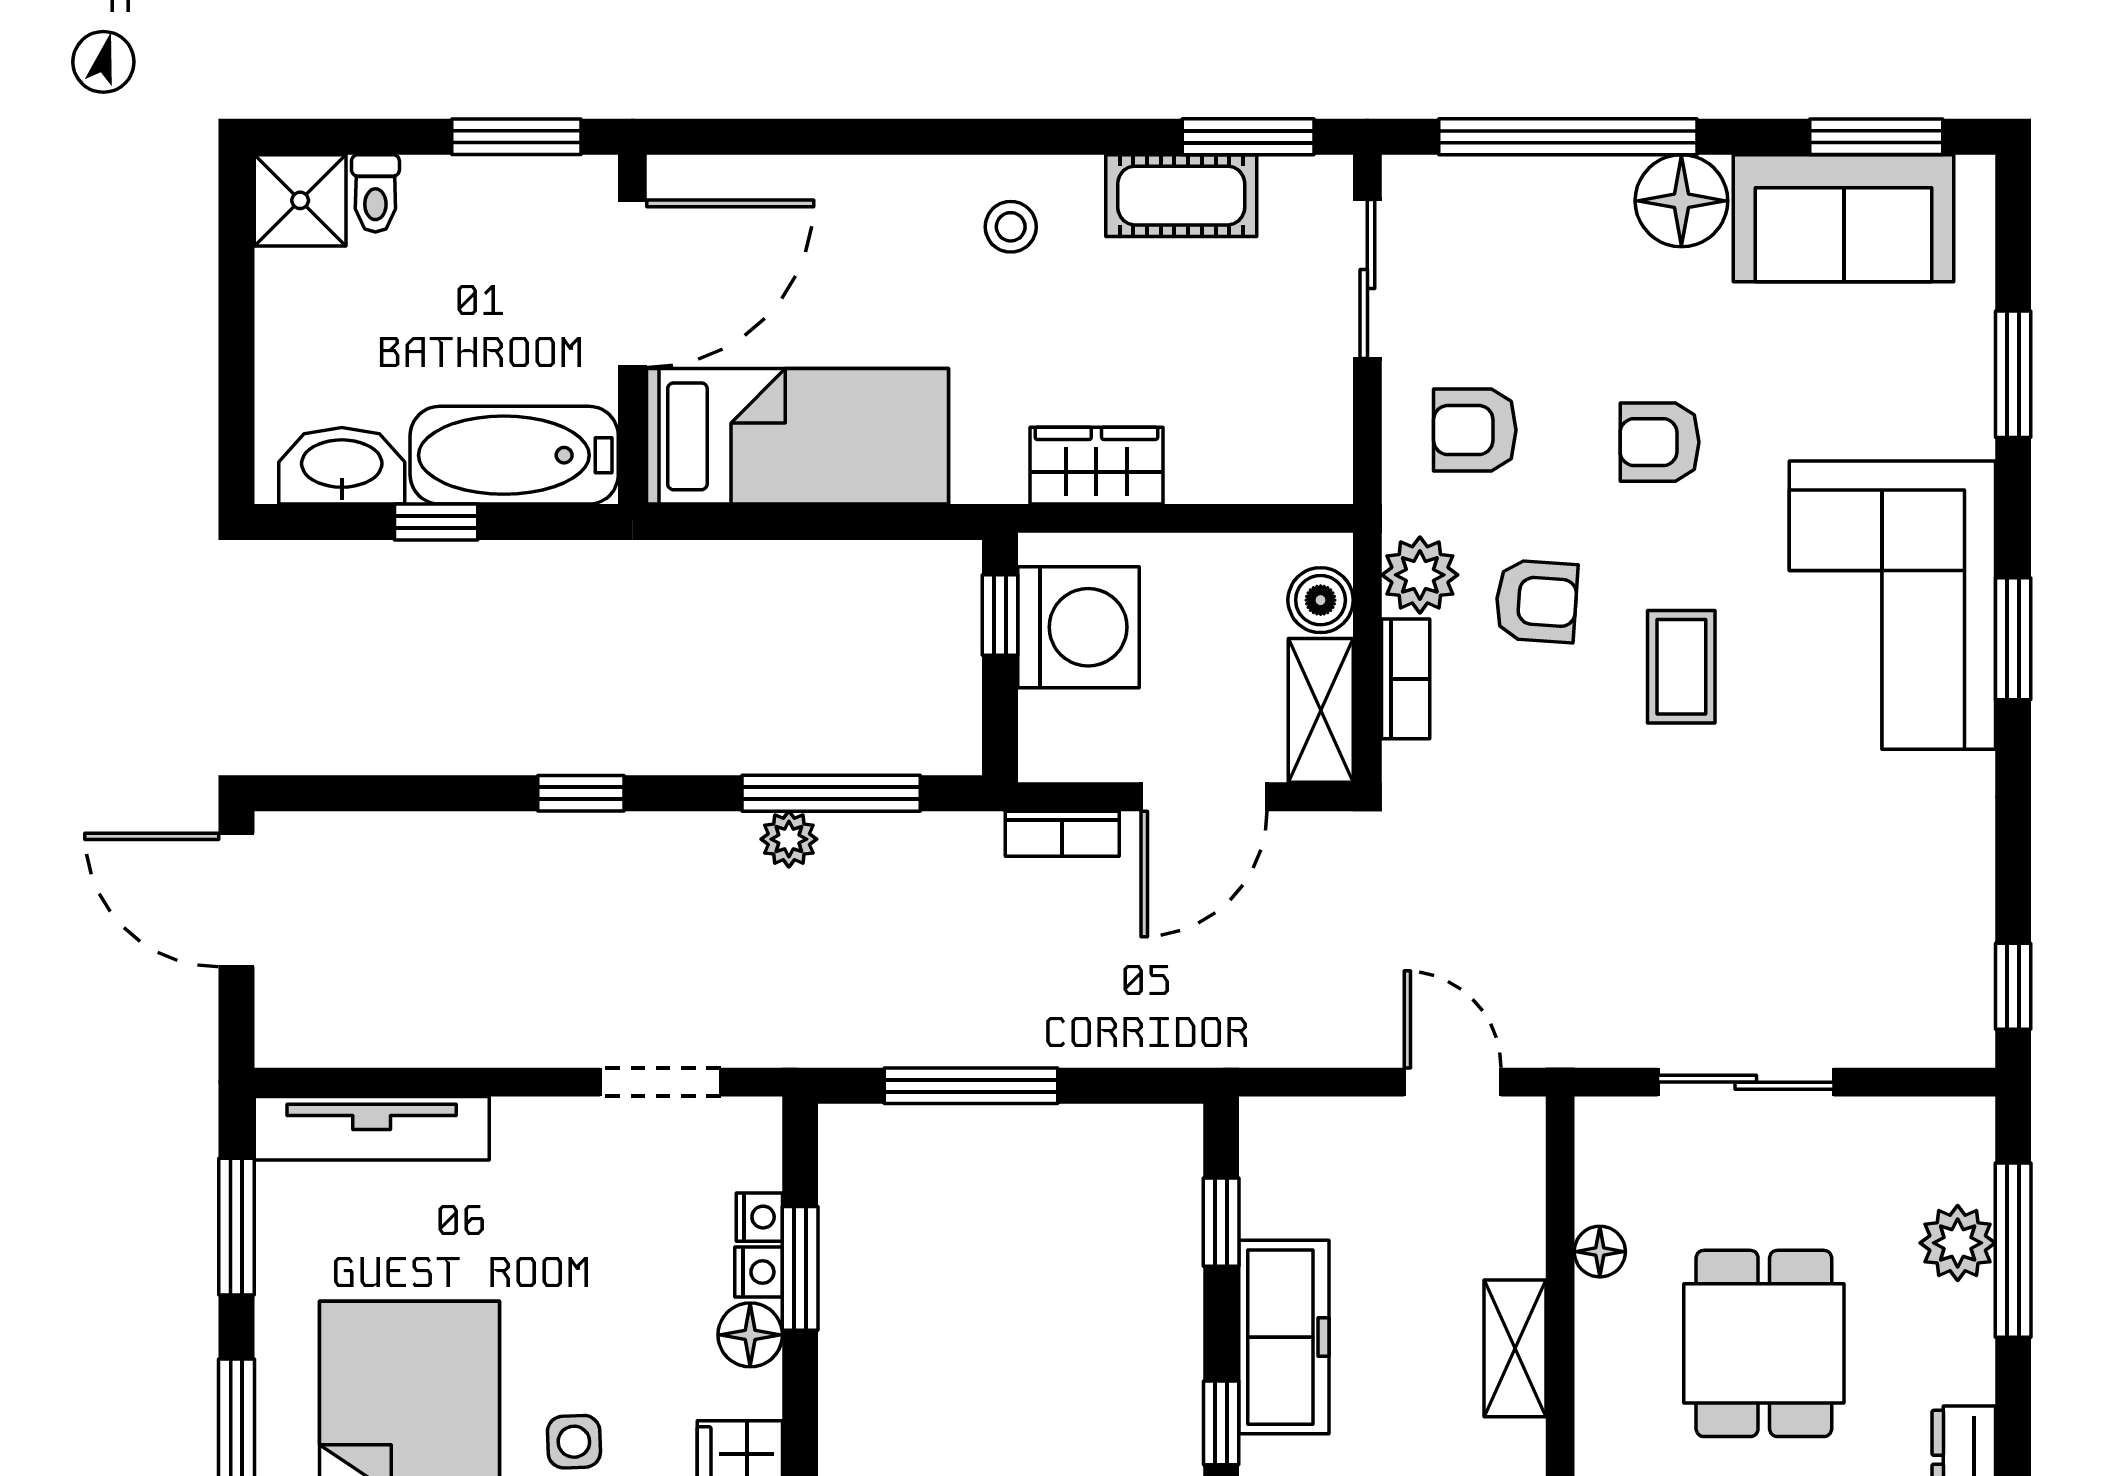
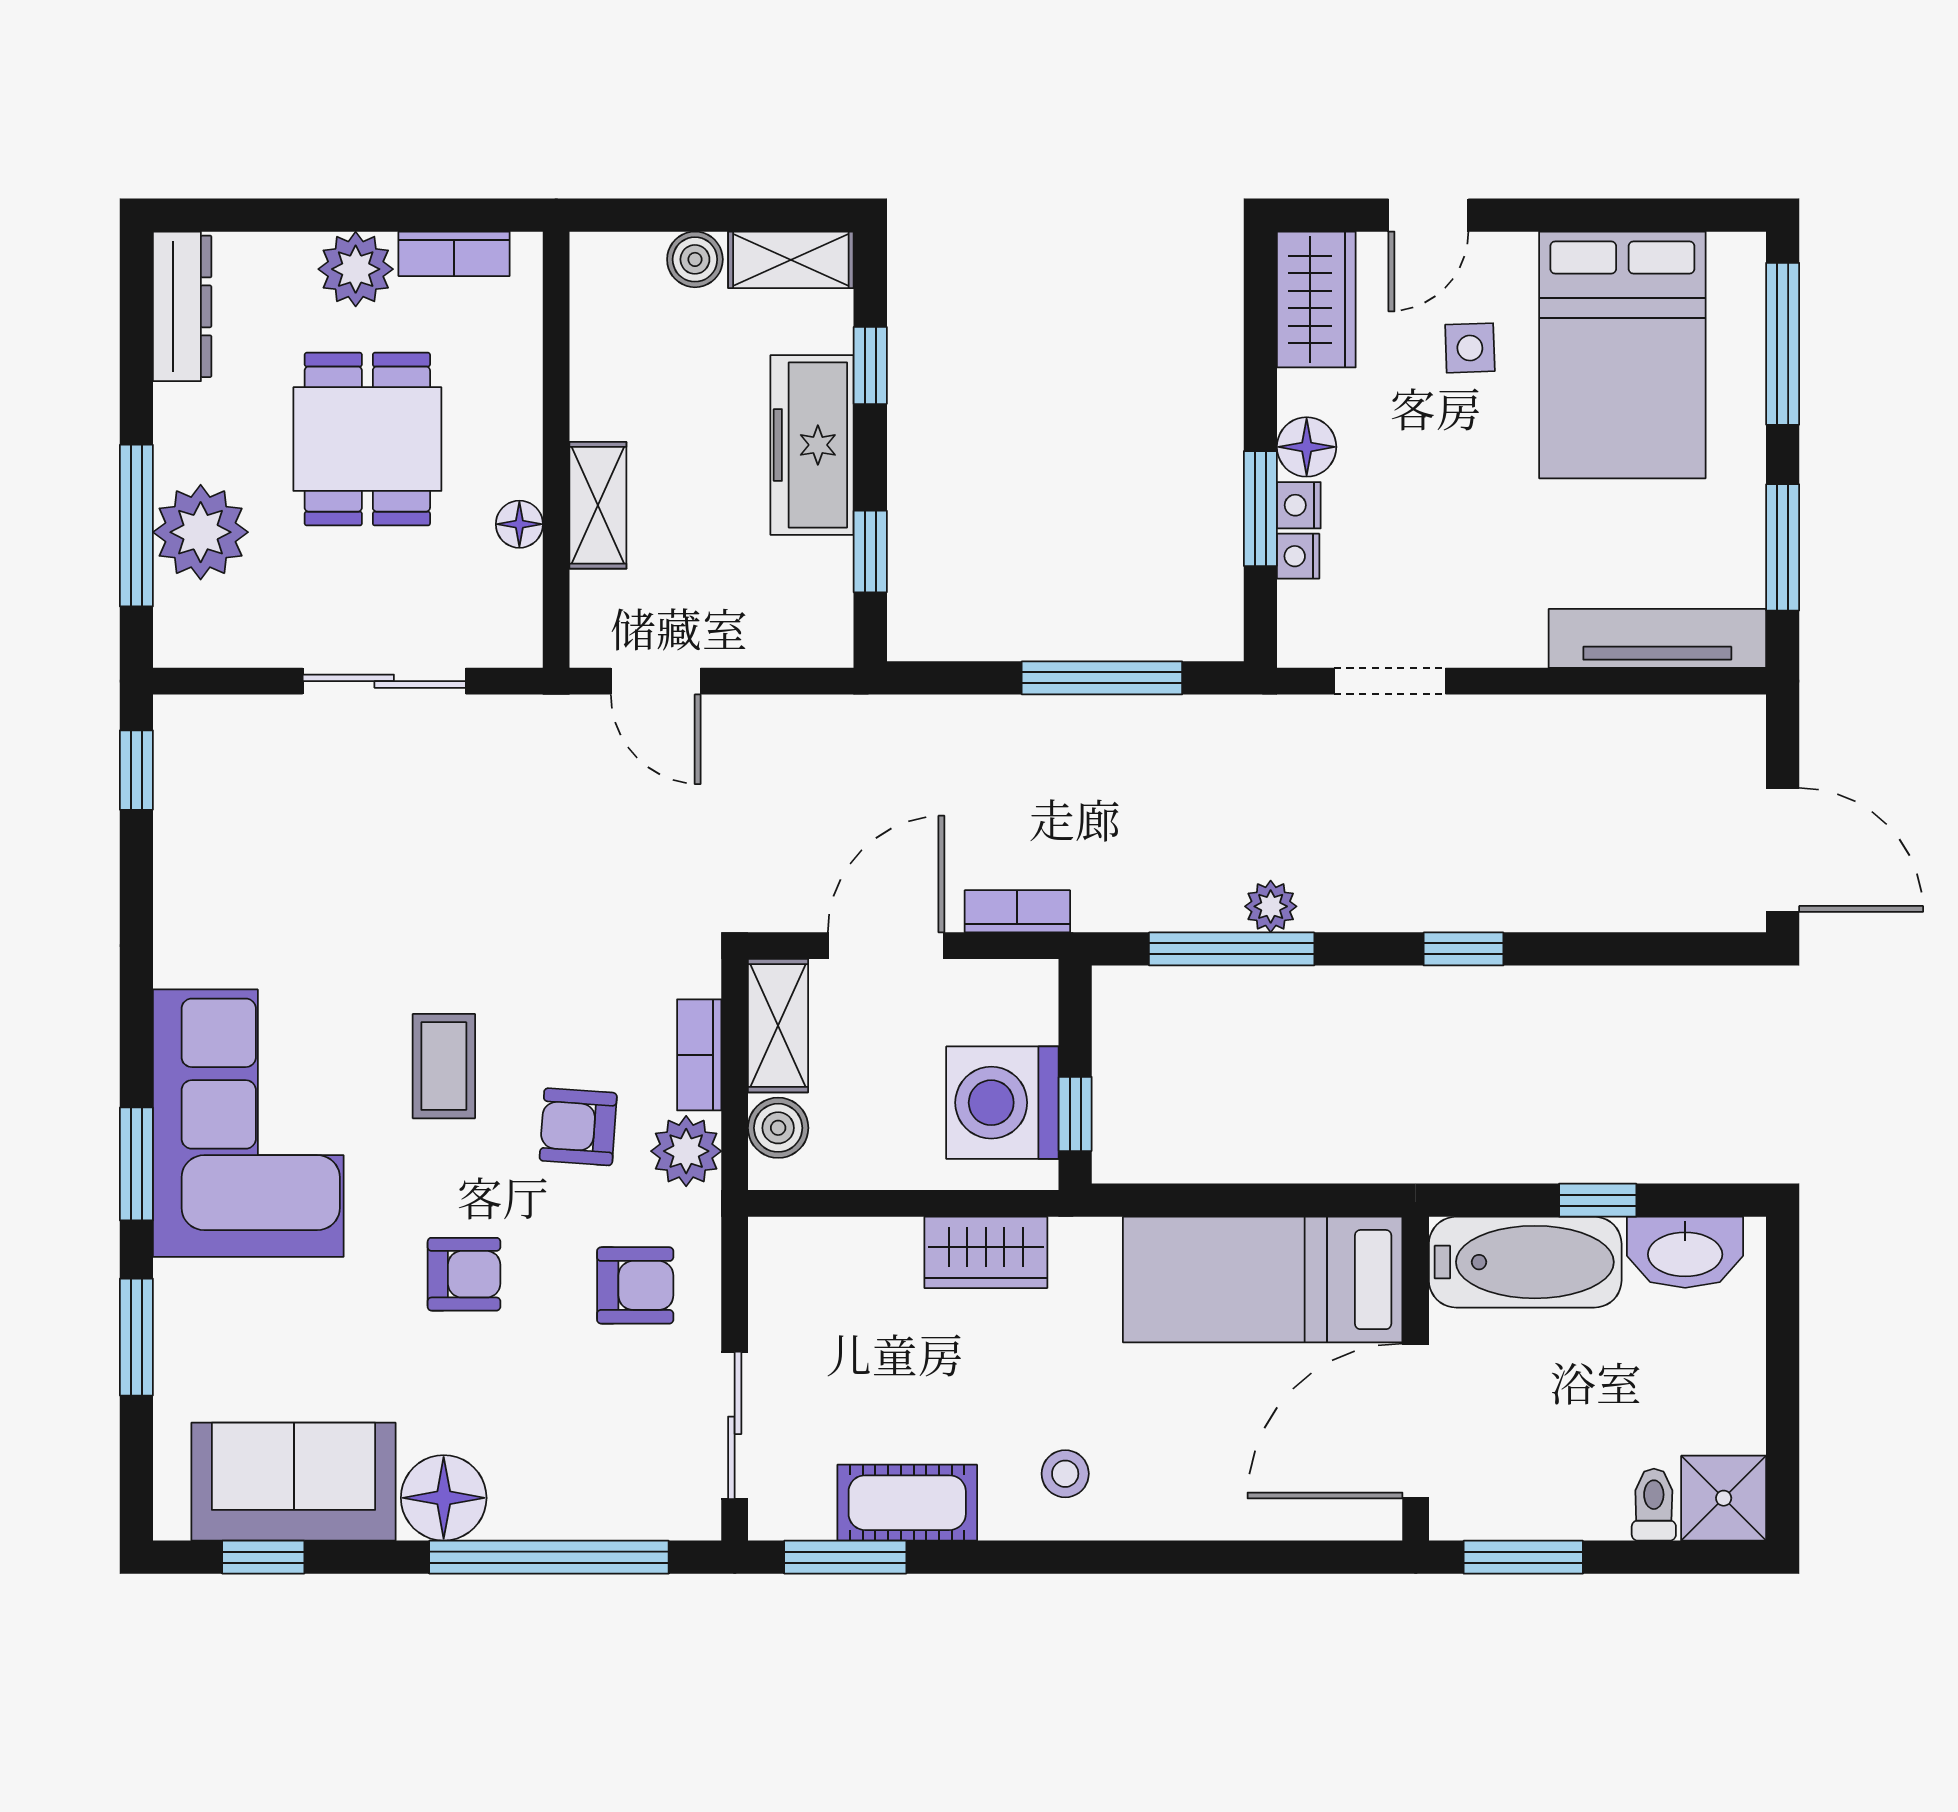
window: (1876, 137) -> (263, 1557), width x0.67
window: (2013, 639) -> (136, 1164), moved
plant: (1958, 1243) -> (201, 532), width x1.36, depth x1.36
shelving: (1515, 1348) -> (598, 505), moved

